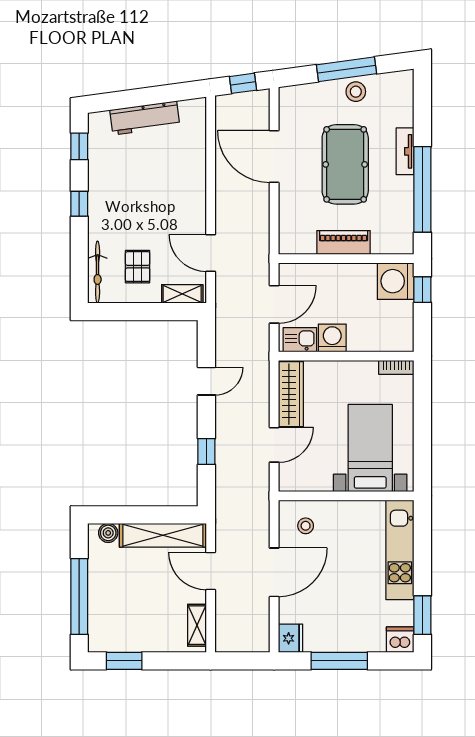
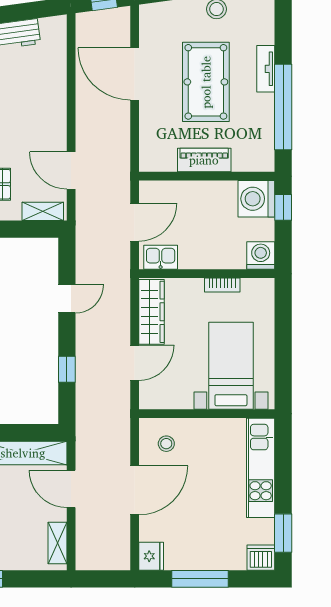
washing machine: (332, 338) -> (261, 256), moved
bookcase: (396, 367) -> (222, 285), moved

